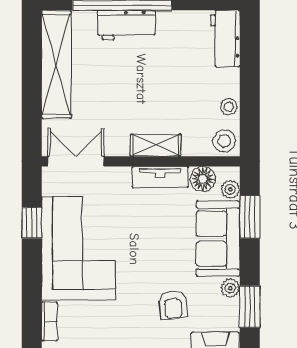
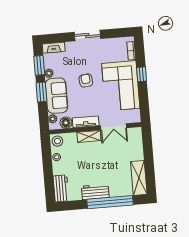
workbench: (126, 25) -> (95, 192), moved
shelving: (56, 64) -> (139, 178), width x0.68
double door: (76, 161) -> (113, 127), moved
window: (250, 217) -> (41, 92), moved
window: (32, 223) -> (142, 74), moved
armchair: (173, 305) -> (86, 80), moved

